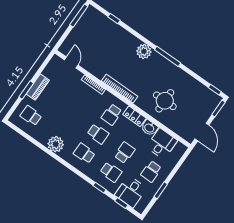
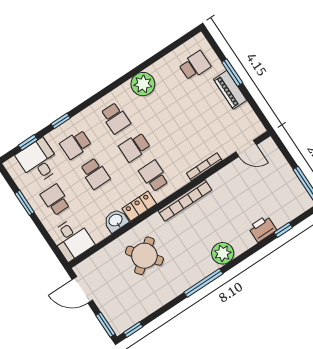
printer: (118, 32) -> (262, 229), added
round table: (165, 101) -> (144, 256), turned -38
desk: (162, 144) -> (72, 239), moved
school desk: (84, 153) -> (115, 118), turned 90

